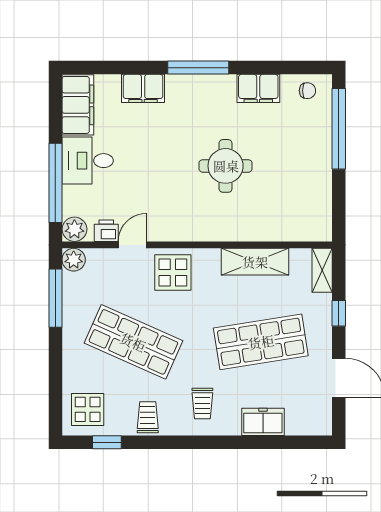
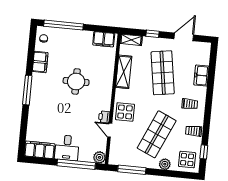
filing cabinet: (143, 88) -> (104, 39), moved, turned 90
printer: (106, 231) -> (104, 117), moved
plant: (74, 260) -> (165, 164), moved

